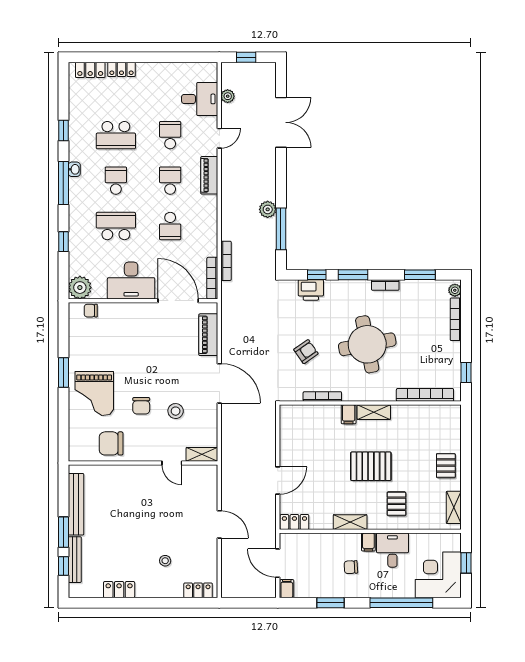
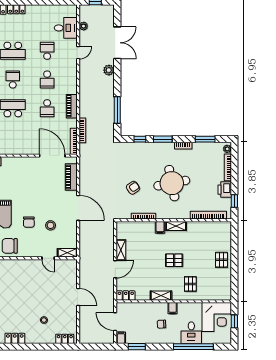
piano: (209, 175) -> (72, 106), moved
school desk: (170, 181) -> (47, 80), turned 180
plant: (268, 209) -> (109, 70), moved
desk: (131, 281) -> (22, 143), removed
printer: (311, 290) -> (225, 190), moved, turned 90
pallet: (371, 466) -> (174, 260), width x0.67, depth x0.71
shelving: (454, 507) -> (121, 250), moved
desk: (392, 550) -> (191, 333), moved, turned 180
corner desk: (438, 575) -> (217, 317), moved, turned 180
window: (331, 603) -> (137, 347), moved

